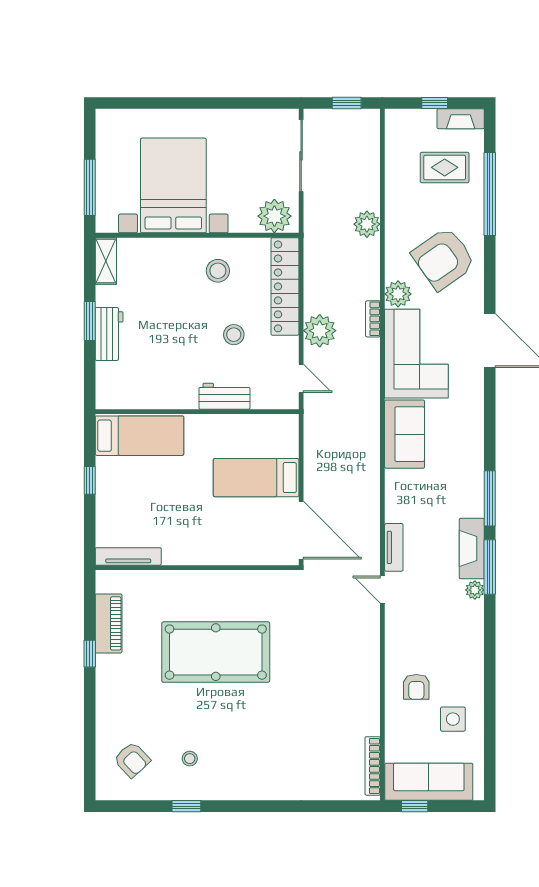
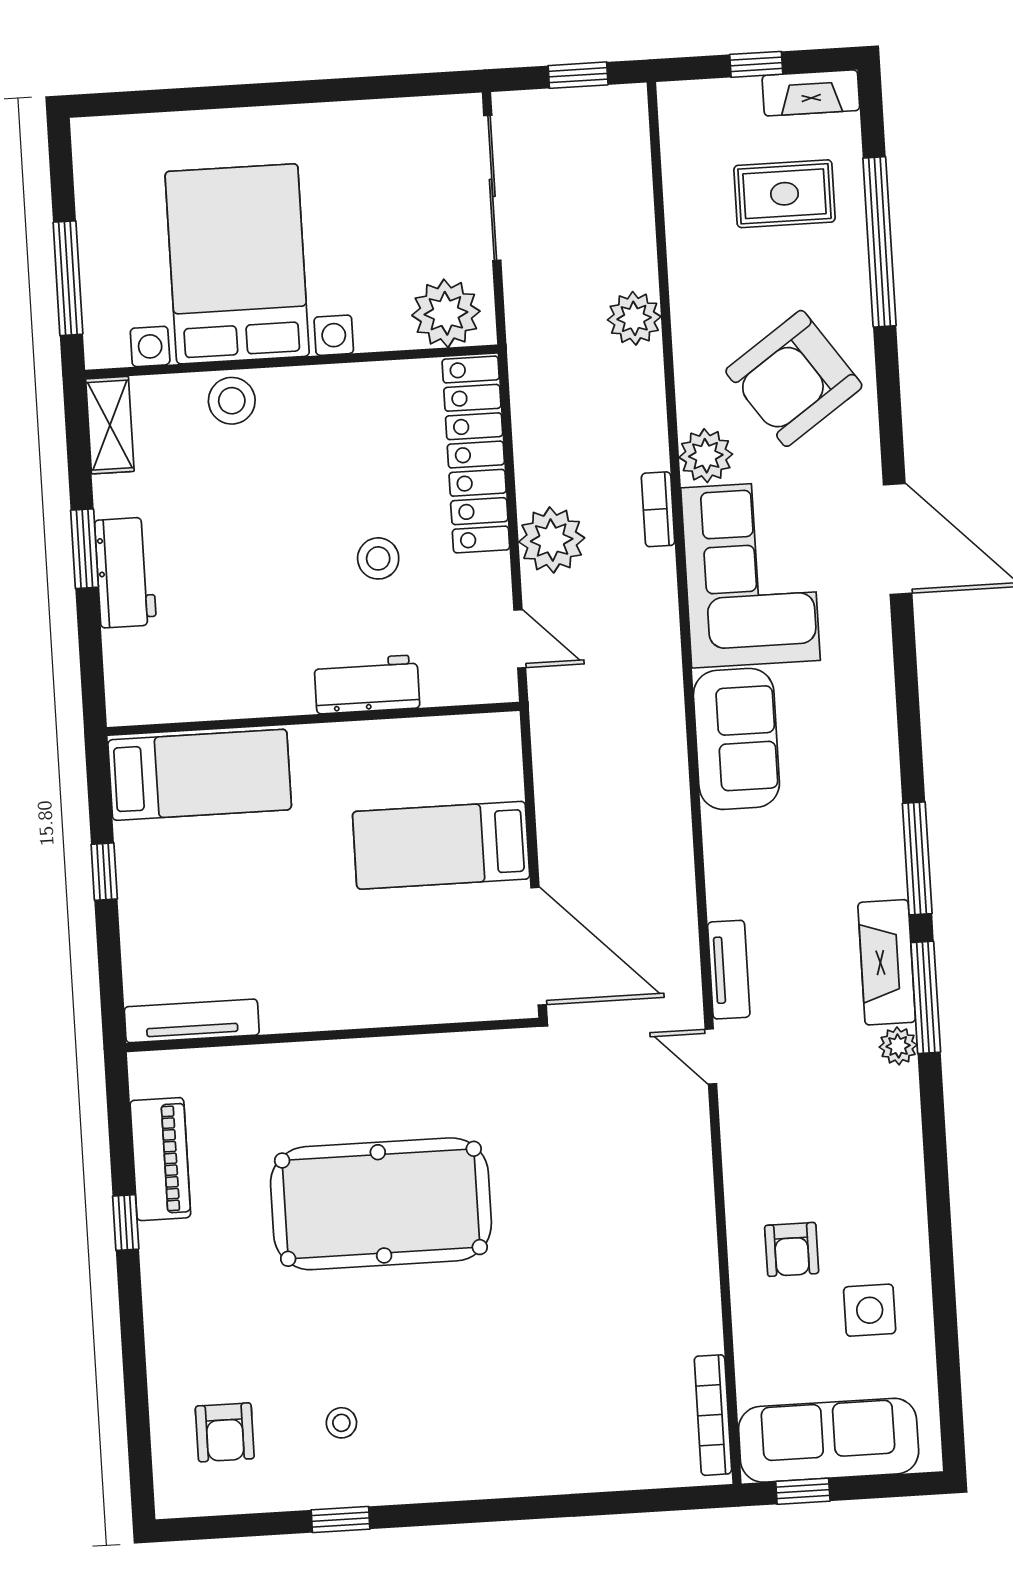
stool: (218, 271) -> (232, 401), moved
armchair: (132, 760) -> (225, 1432), turned 43

